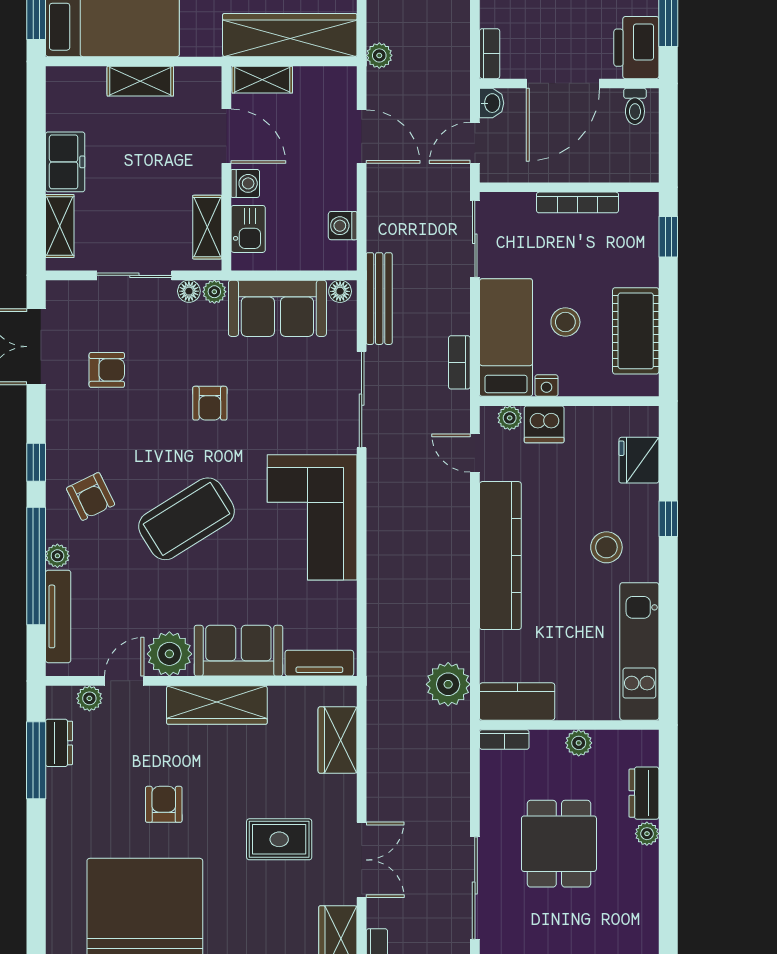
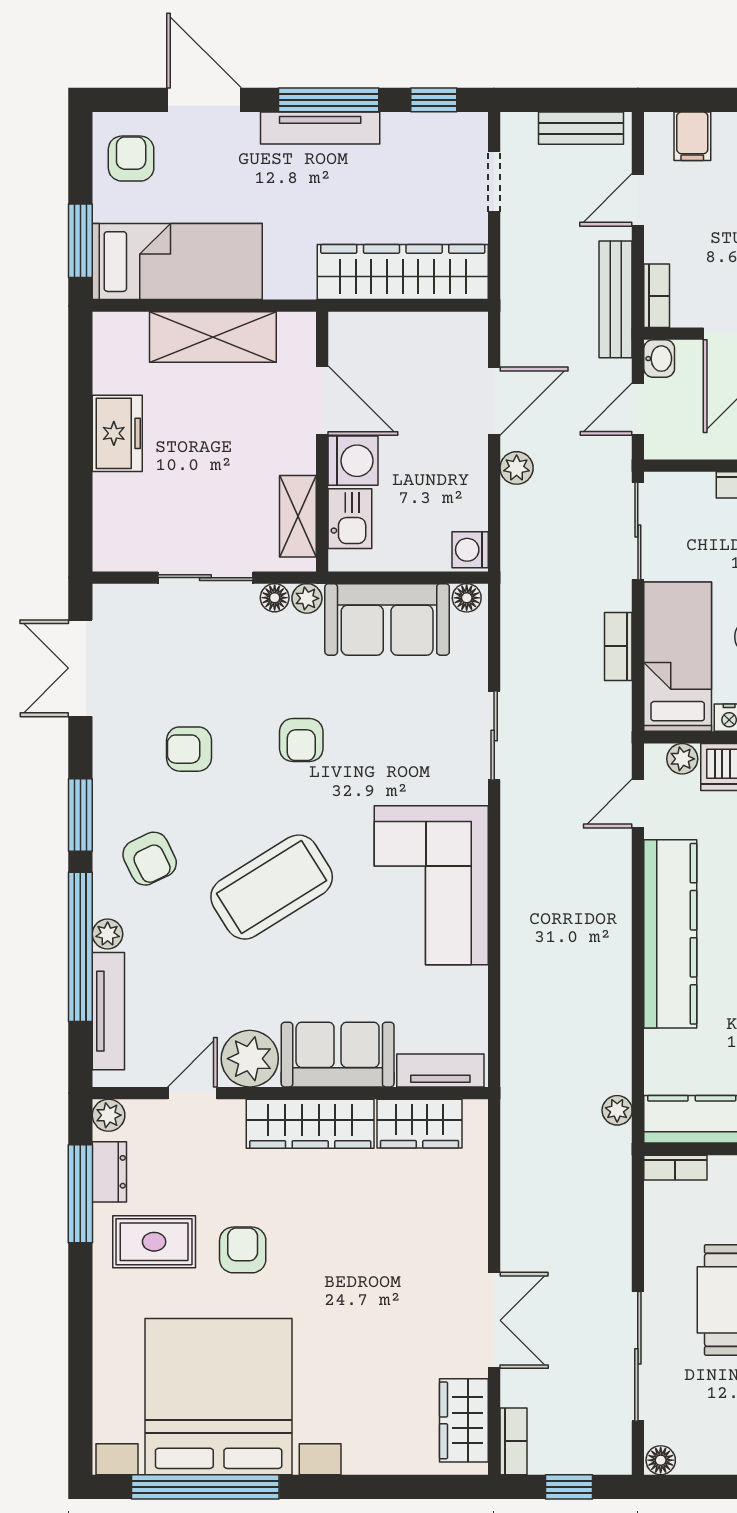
plant: (379, 55) -> (517, 468), moved
shelving: (262, 80) -> (368, 329), removed
shelving: (140, 81) -> (213, 337), width x1.50, depth x1.33
door: (362, 137) -> (494, 401), hinge flipped
washing machine: (245, 183) -> (353, 461), width x1.38, depth x1.38
shelving: (60, 226) -> (110, 515), removed
washing machine: (343, 226) -> (470, 550), moved
bench: (379, 299) -> (616, 299), moved
bookcase: (459, 362) -> (618, 646), moved
armchair: (107, 370) -> (189, 749), moved, turned 180
sliding door: (362, 400) -> (494, 735), width x0.73
door: (475, 453) -> (638, 803), hinge flipped
window: (36, 462) -> (80, 815), width x1.50
plant: (448, 684) -> (617, 1110), width x0.53, depth x0.53
plant: (89, 698) -> (109, 1115), moved
wardrobe: (338, 740) -> (420, 1124), moved, turned -90
rug: (279, 839) -> (154, 1242), moved

